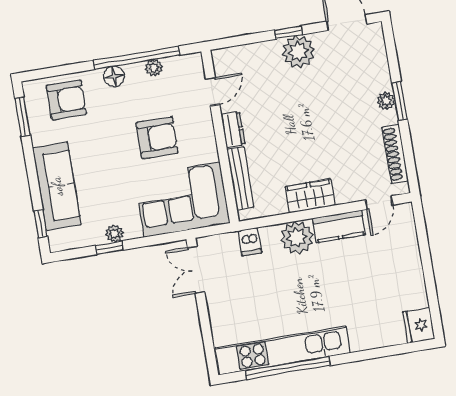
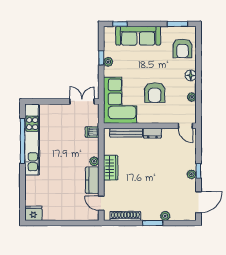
plant: (298, 52) -> (191, 174), width x0.53, depth x0.53
window: (136, 58) -> (198, 89), removed
door: (213, 92) -> (185, 126), moved
plant: (386, 101) -> (165, 216), moved
plant: (297, 238) -> (94, 161), width x0.53, depth x0.53

